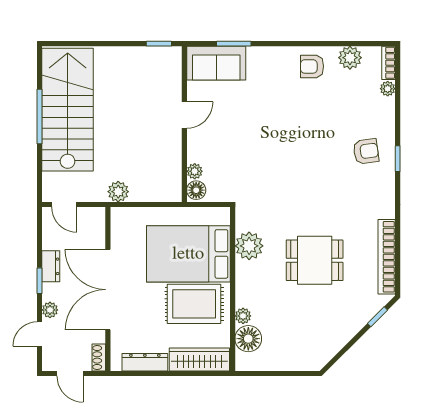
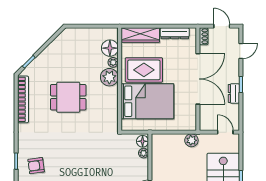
plant: (249, 246) -> (109, 77), moved
plant: (50, 310) -> (234, 66), removed

